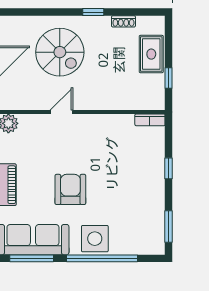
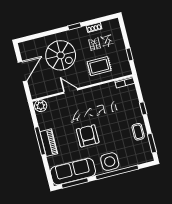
rug: (151, 54) -> (99, 66), moved, turned 90
door: (61, 112) -> (71, 91), hinge flipped
coffee table: (151, 203) -> (138, 132), added

